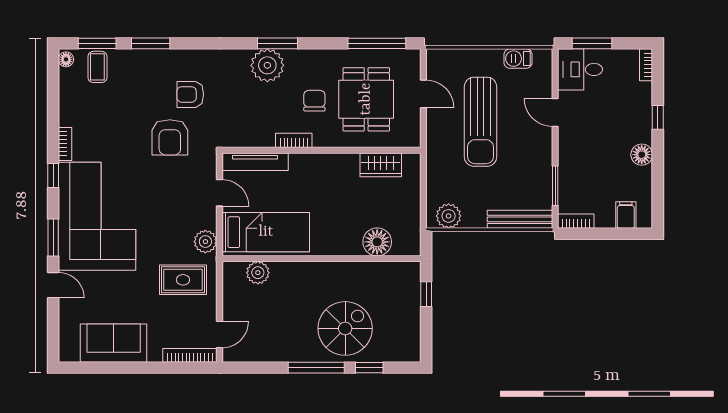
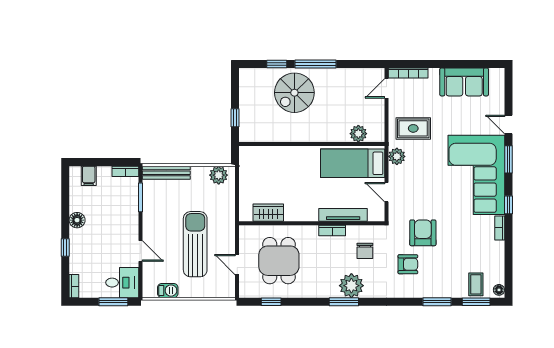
window: (377, 43) -> (271, 302), width x0.46
chair: (314, 101) -> (365, 251), moved
tv unit: (255, 162) -> (343, 215), moved
floor lamp: (377, 242) -> (271, 156), removed

